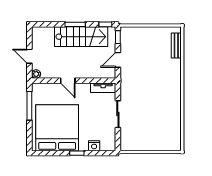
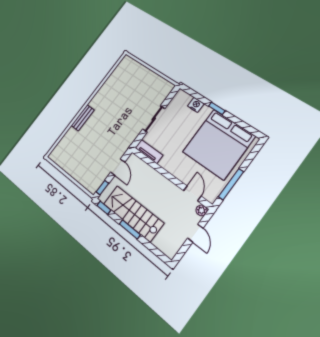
bench: (176, 46) -> (83, 118), moved
door: (118, 60) -> (118, 167), hinge flipped
door: (68, 81) -> (192, 193), moved

